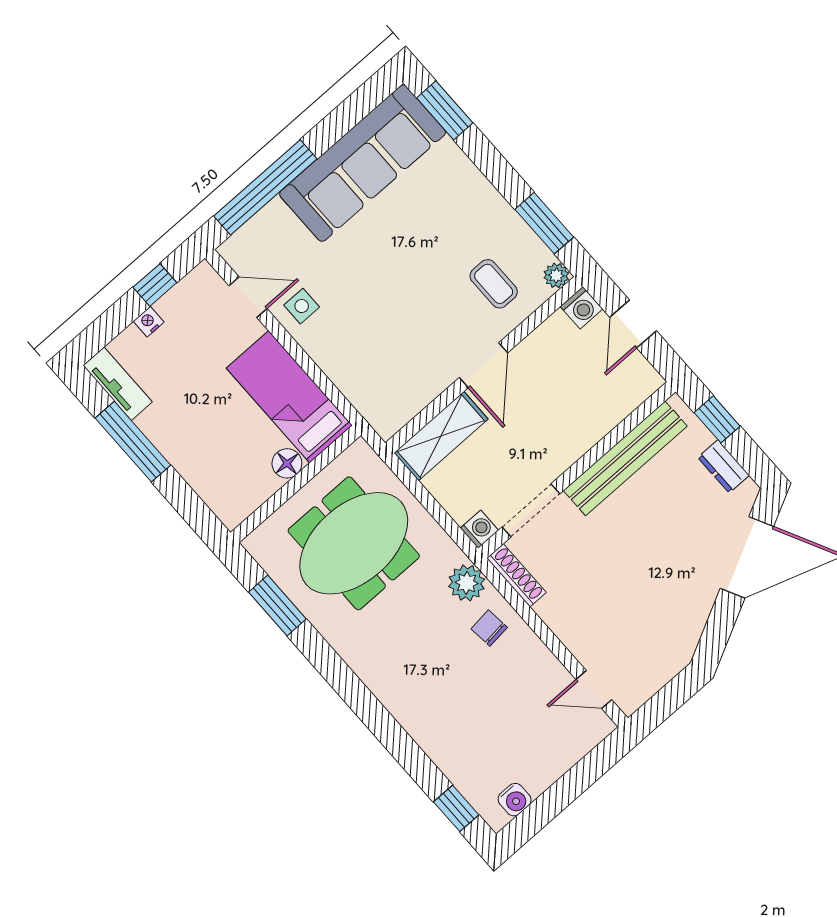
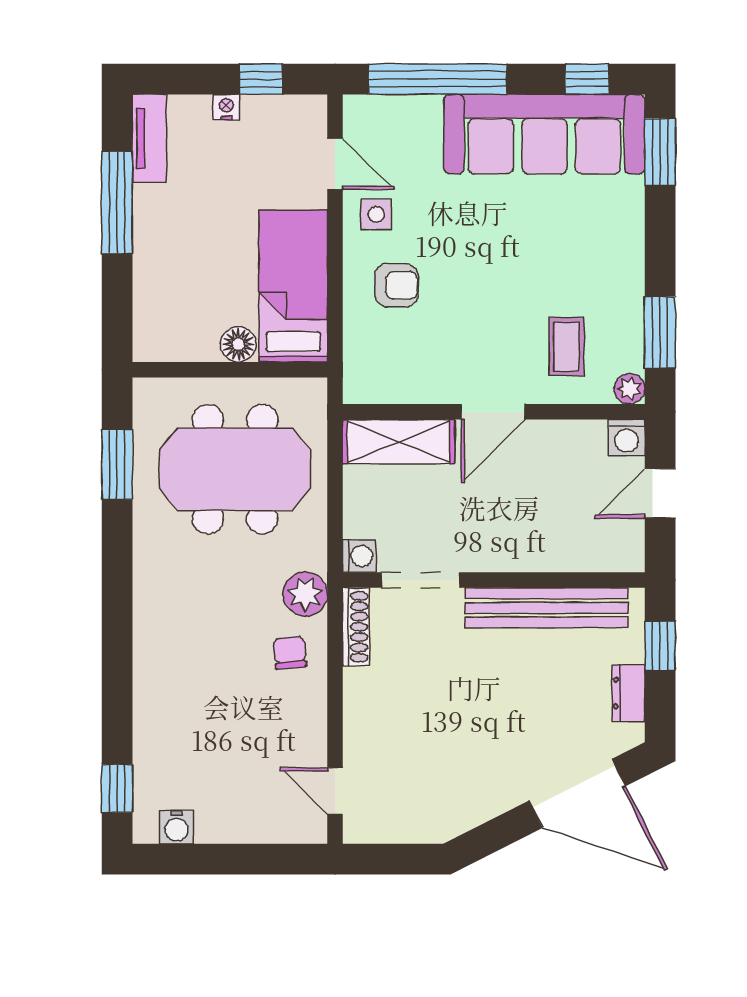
window: (359, 105) -> (587, 79), added
armchair: (353, 339) -> (396, 285), added

